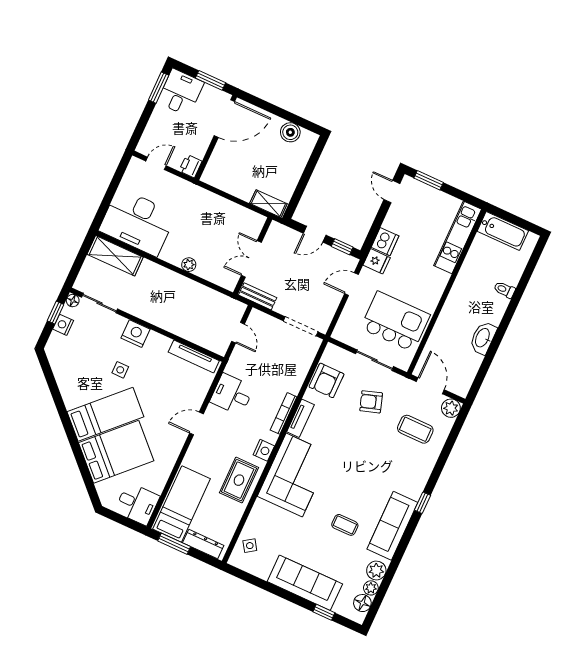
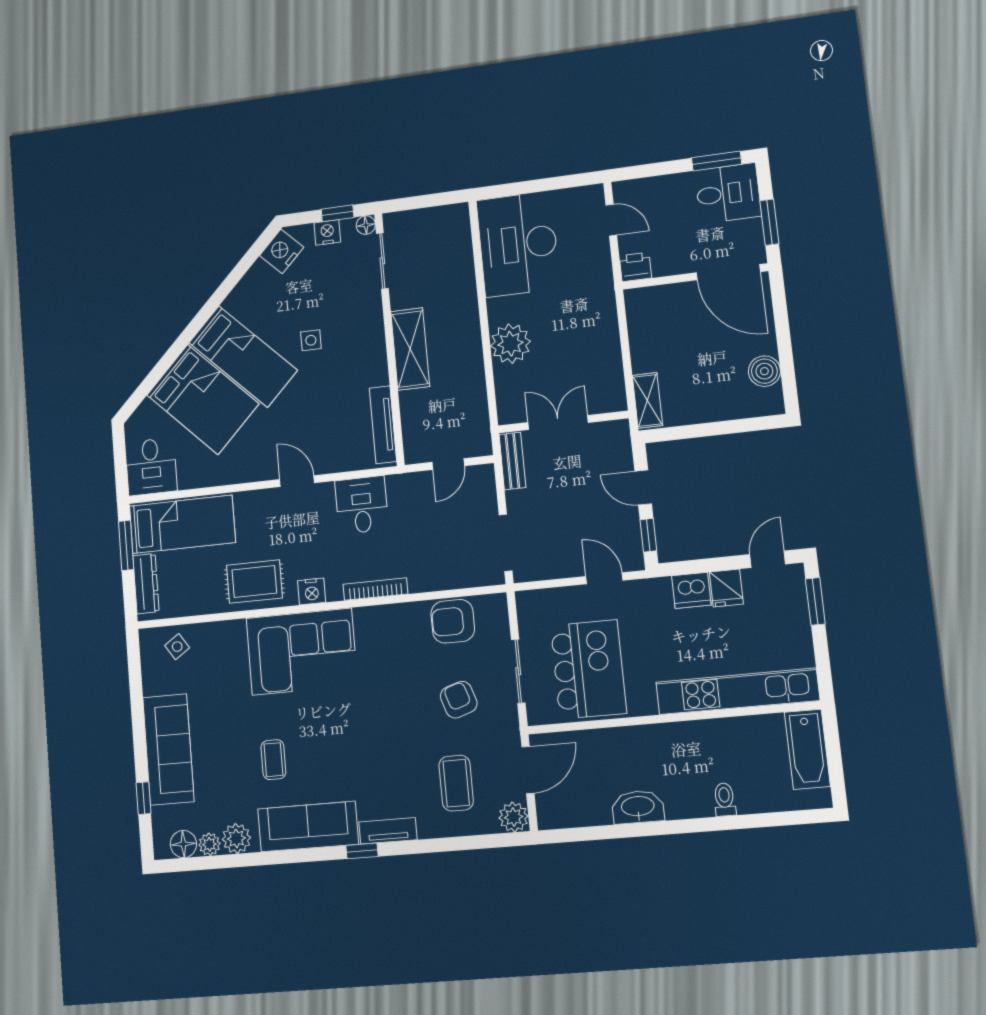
kitchen unit: (458, 237) -> (737, 691), width x1.36
shelving: (115, 256) -> (410, 349), moved
fridge: (377, 261) -> (726, 588), moved
plant: (189, 265) -> (510, 344), width x1.88, depth x1.88
nightstand: (136, 334) -> (282, 251), moved, turned -135
tv unit: (300, 418) -> (388, 831), moved, turned 180

